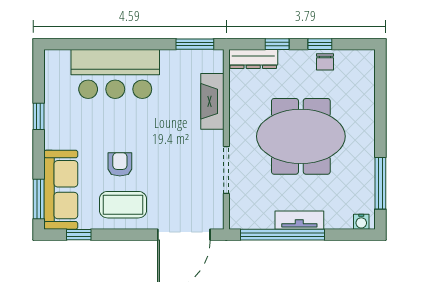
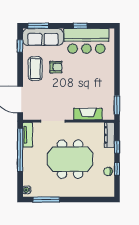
bar counter: (115, 74) -> (86, 41), moved, turned -90
meeting table: (301, 136) -> (70, 159), turned 90
tv unit: (299, 220) -> (27, 135), moved

